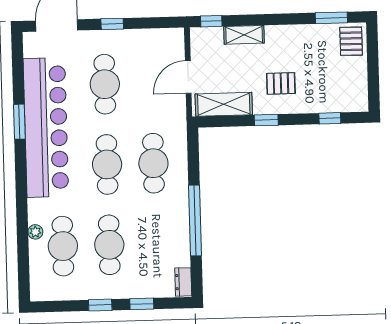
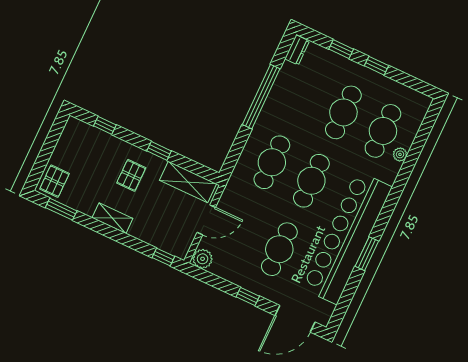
shelving: (244, 35) -> (112, 218), moved
plant: (173, 38) -> (203, 259), added
pallet: (281, 83) -> (131, 175), turned 90

